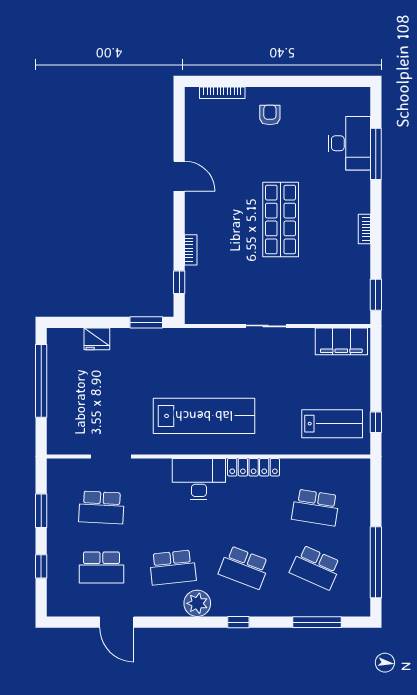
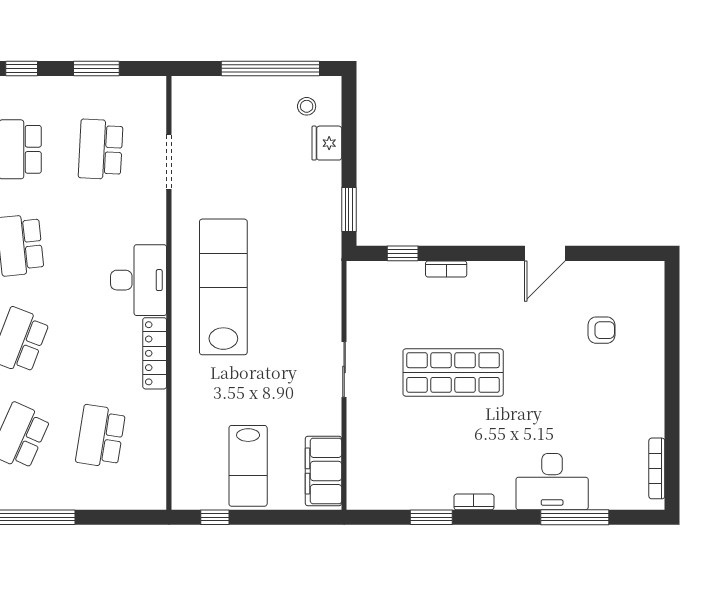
bookcase: (222, 93) -> (657, 468), moved
armchair: (270, 115) -> (601, 330), moved
desk: (349, 143) -> (552, 482), moved
shop shelf: (281, 220) -> (453, 373), moved
window: (376, 295) -> (431, 517), moved
stool: (69, 354) -> (307, 106), added
lab bench: (204, 416) -> (223, 287), turned 180
lab bench: (332, 424) -> (248, 466), moved

